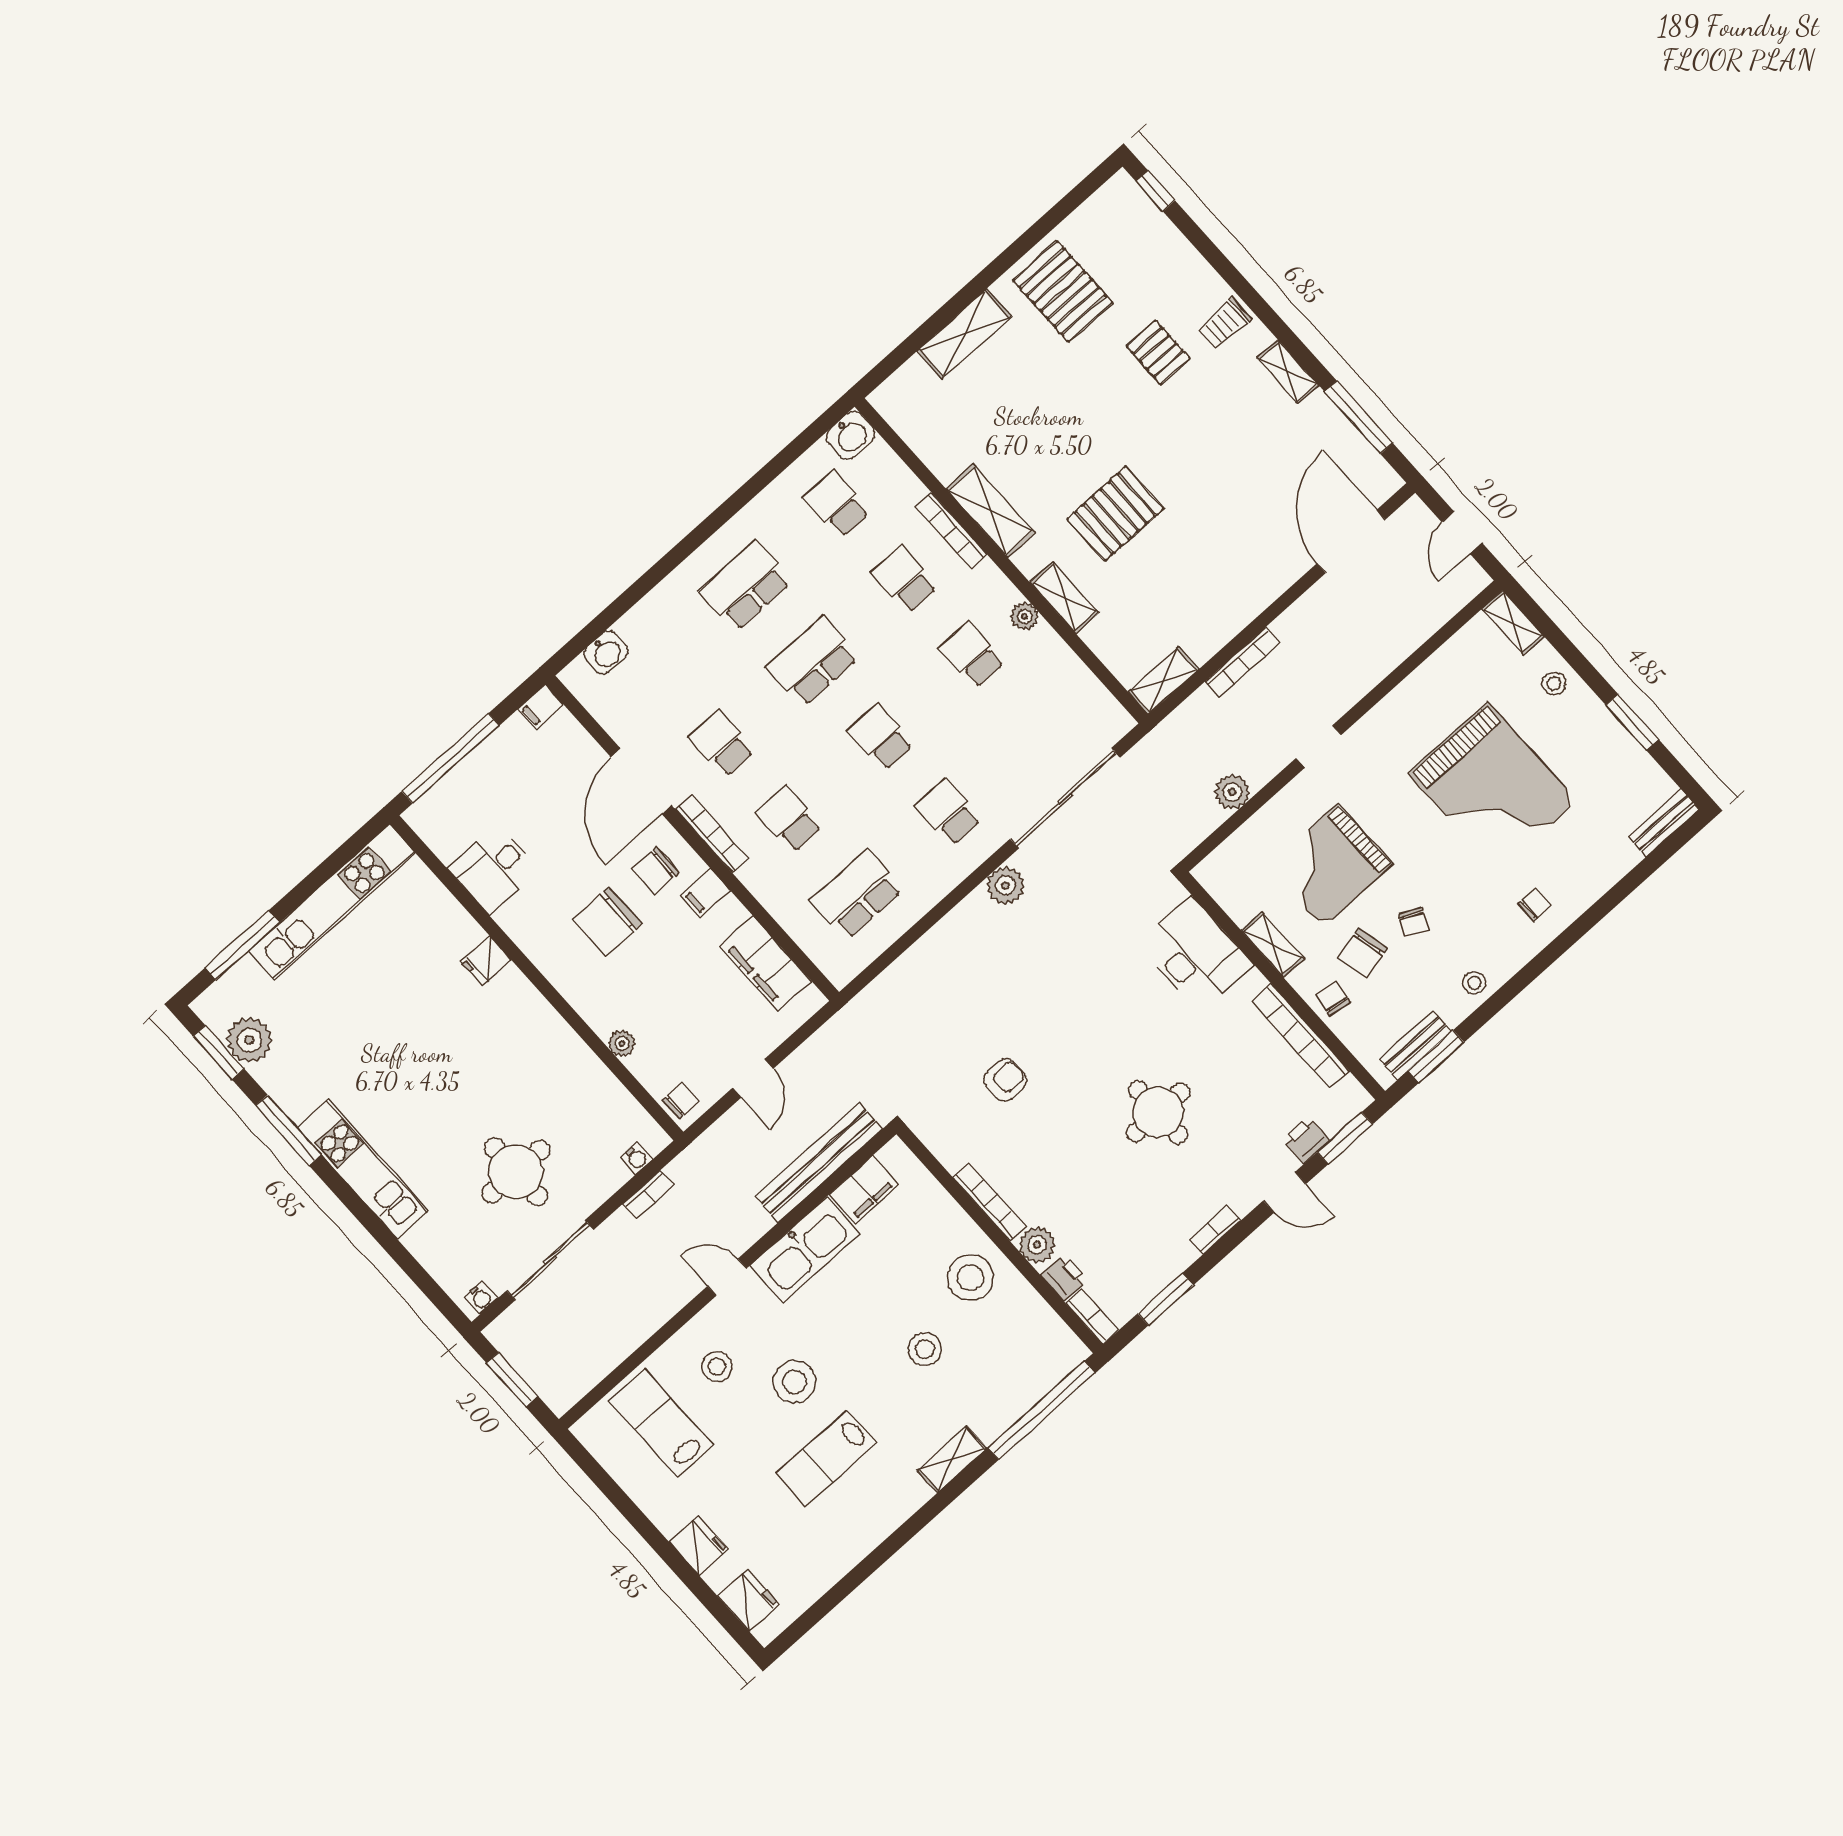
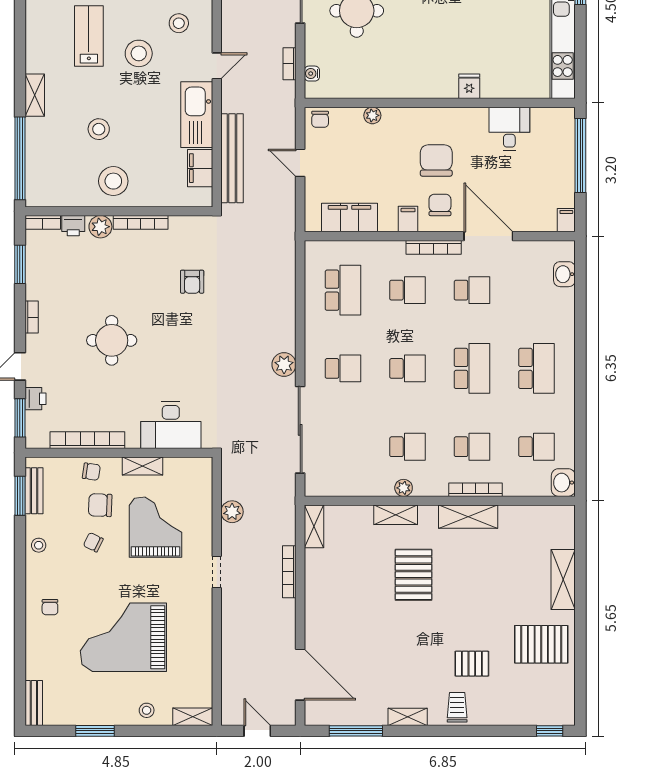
chair: (1363, 953) -> (100, 505), turned -75

